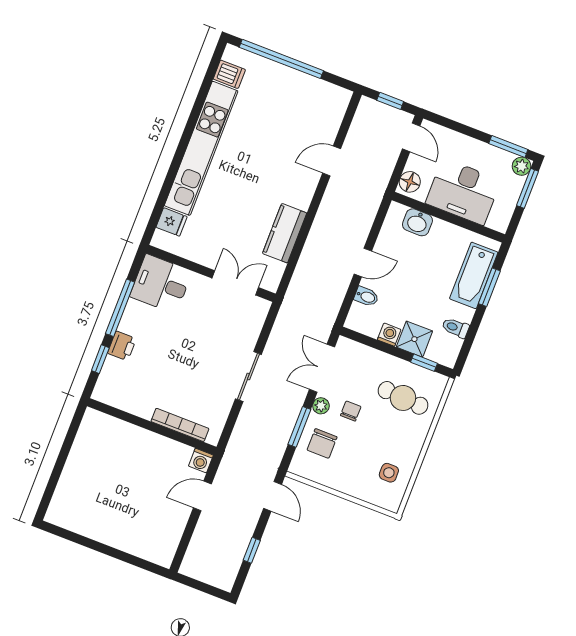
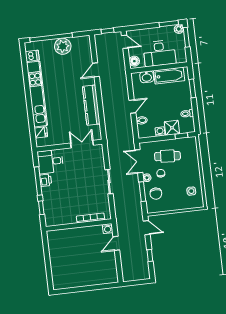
plant: (294, 86) -> (63, 46), added
kitchen counter: (285, 233) -> (91, 105), width x1.50
bathtub: (474, 275) -> (169, 76), moved, turned -90
printer: (122, 346) -> (46, 180), moved
cafe table: (403, 398) -> (167, 156), moved

